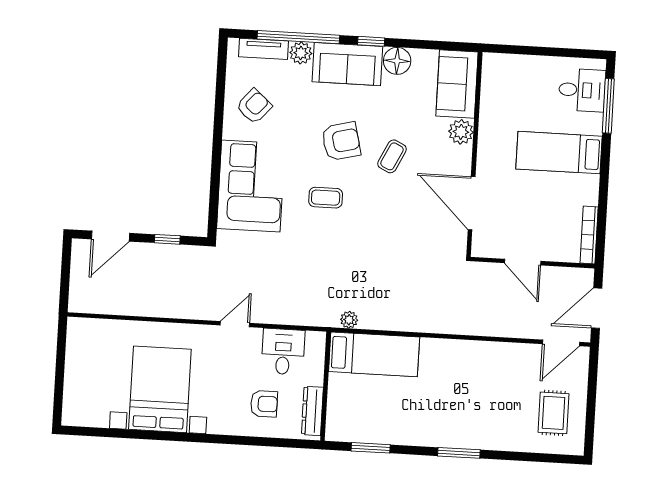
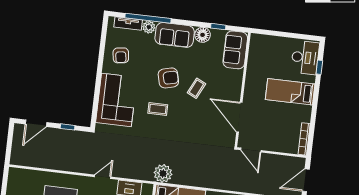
window: (371, 41) -> (218, 27), moved
desk: (582, 90) -> (305, 58), width x1.37
armchair: (254, 106) -> (121, 55), turned 131
window: (608, 106) -> (319, 67), width x0.46
plant: (461, 132) -> (236, 77), removed
door: (523, 262) -> (251, 150), moved
plant: (349, 320) -> (163, 173), width x1.88, depth x1.88

